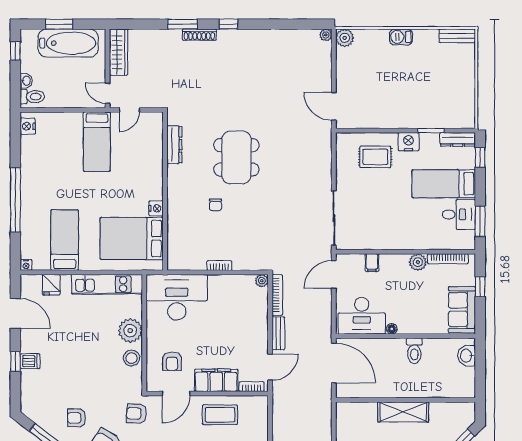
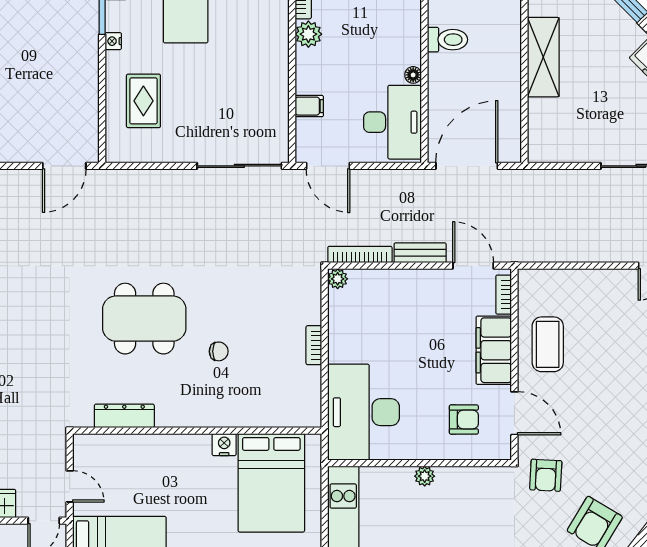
nightstand: (409, 142) -> (113, 41), width x0.53, depth x0.56
plant: (130, 331) -> (425, 476), width x0.53, depth x0.53
stool: (132, 358) -> (459, 483), removed

